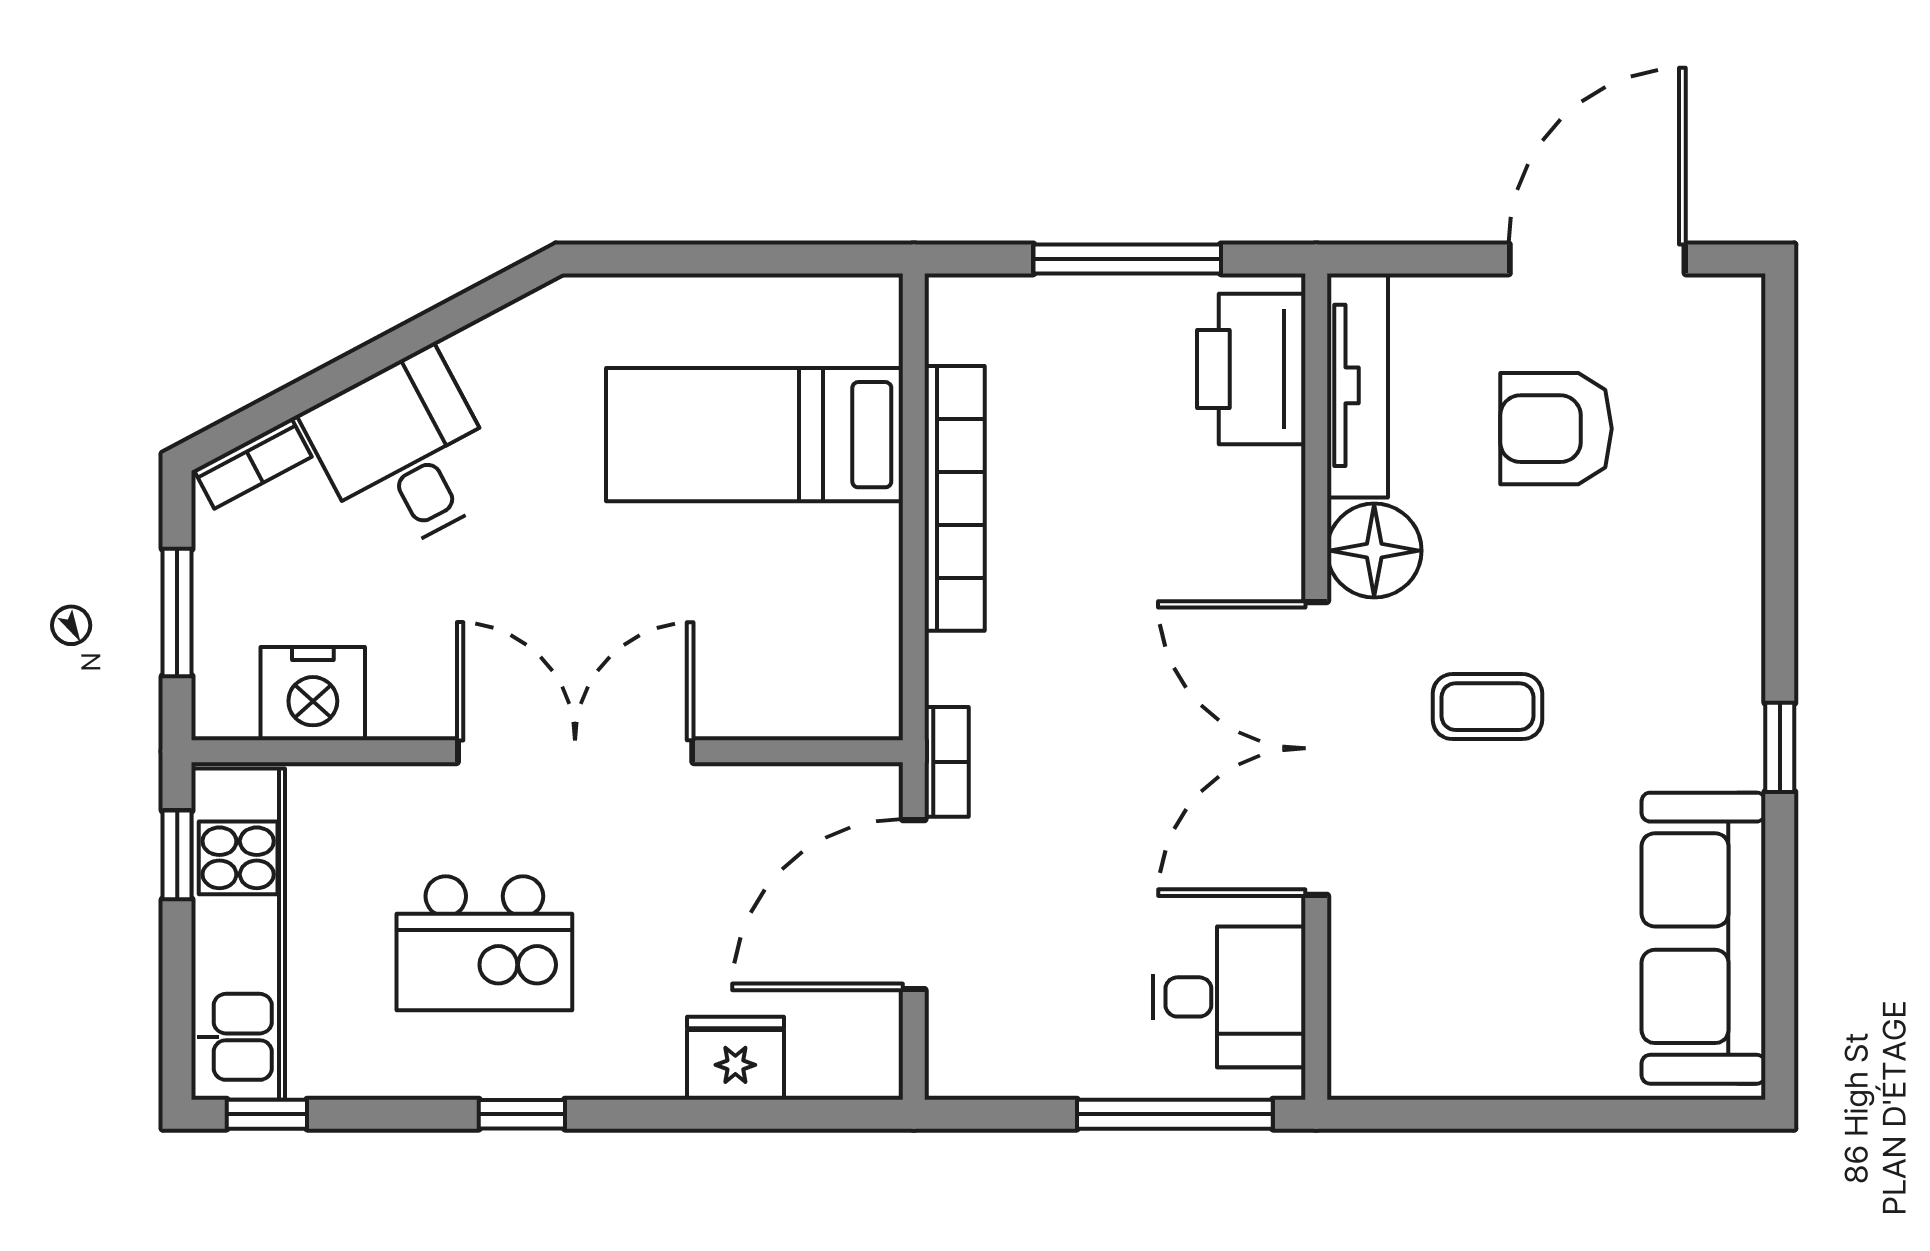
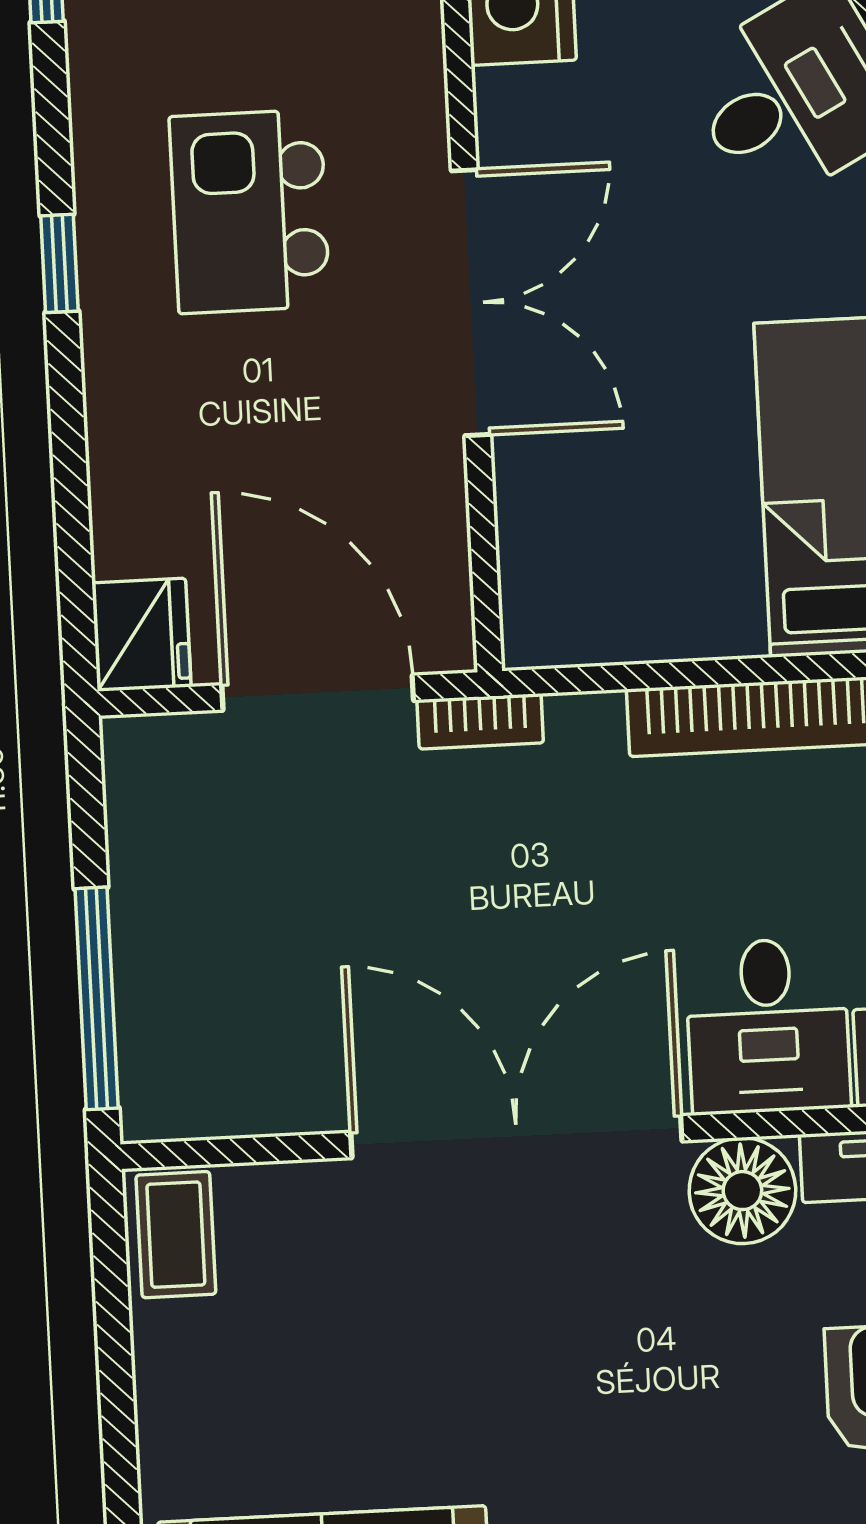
coffee table: (1487, 707) -> (176, 1235), moved
desk: (1229, 997) -> (768, 1026), moved
fridge: (735, 1058) -> (141, 635), moved

